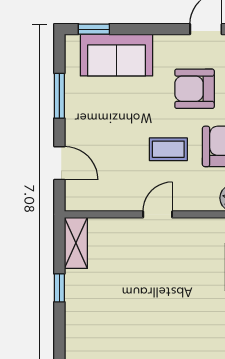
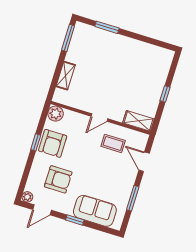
window: (94, 29) -> (75, 220), moved
coffee table: (168, 149) -> (113, 143), moved
shelving: (76, 243) -> (138, 121), moved, turned 90

